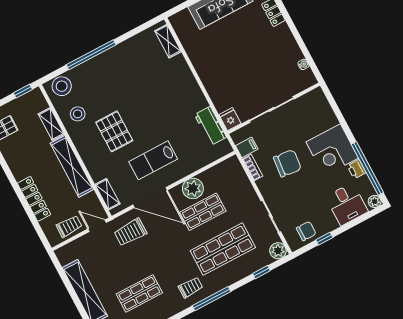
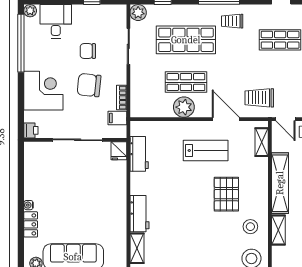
water cooler: (303, 64) -> (29, 205), moved
workbench: (182, 73) -> (139, 214), added
corner desk: (332, 150) -> (43, 91), moved
printer: (357, 169) -> (31, 130), moved
door: (150, 198) -> (226, 119), width x0.73
chair: (306, 231) -> (88, 51), moved
trolley: (130, 232) -> (259, 98), turned 180

